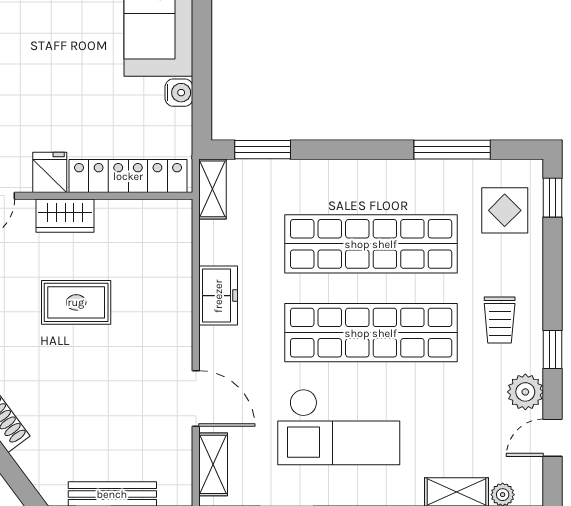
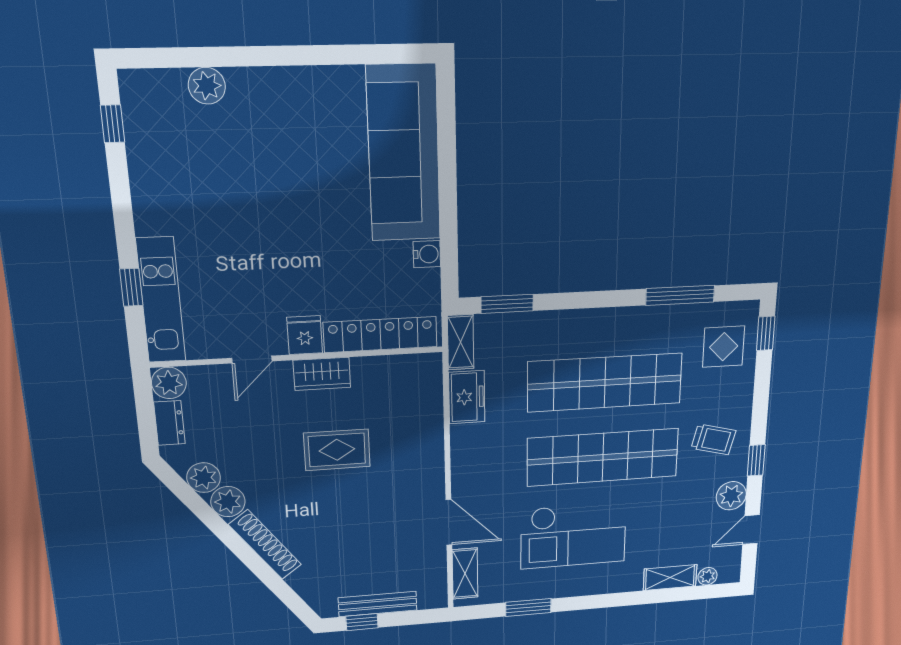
freezer: (218, 296) -> (467, 397), moved
trolley: (500, 320) -> (713, 439), turned -76

